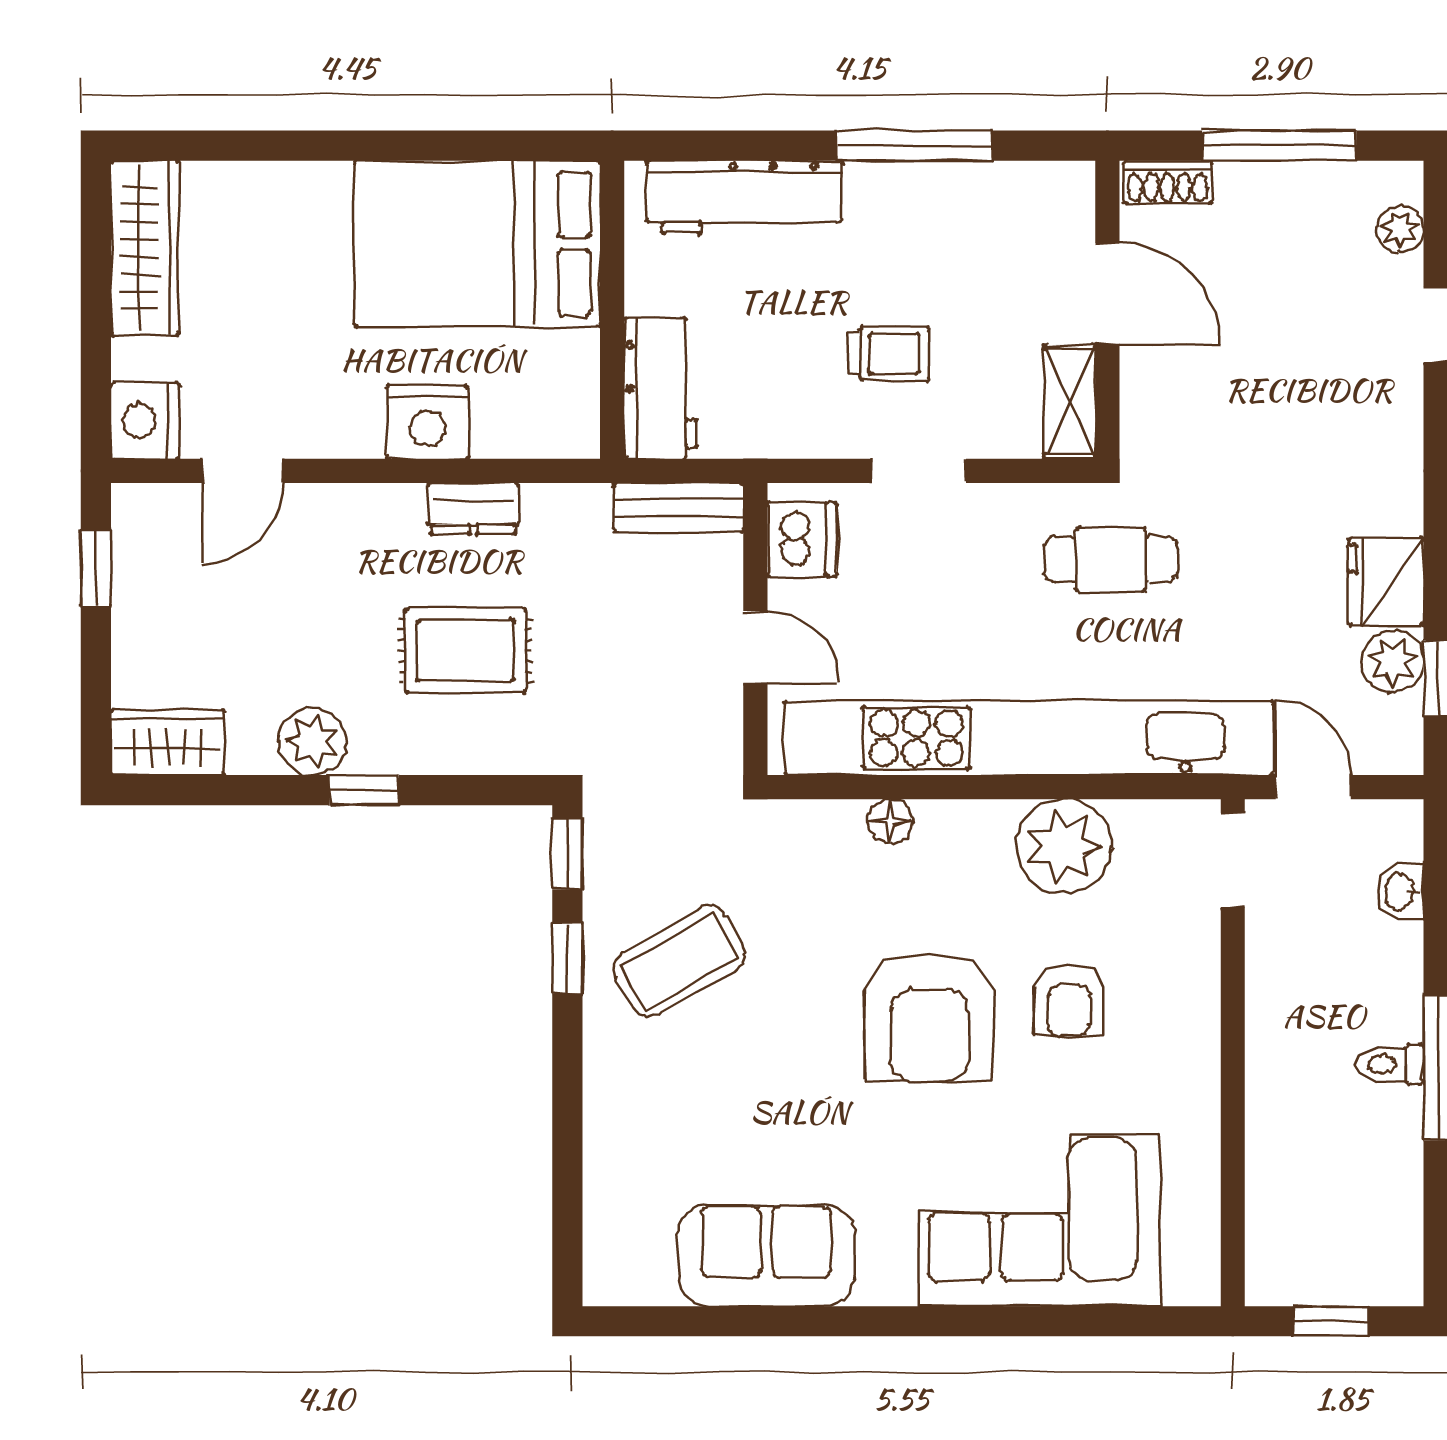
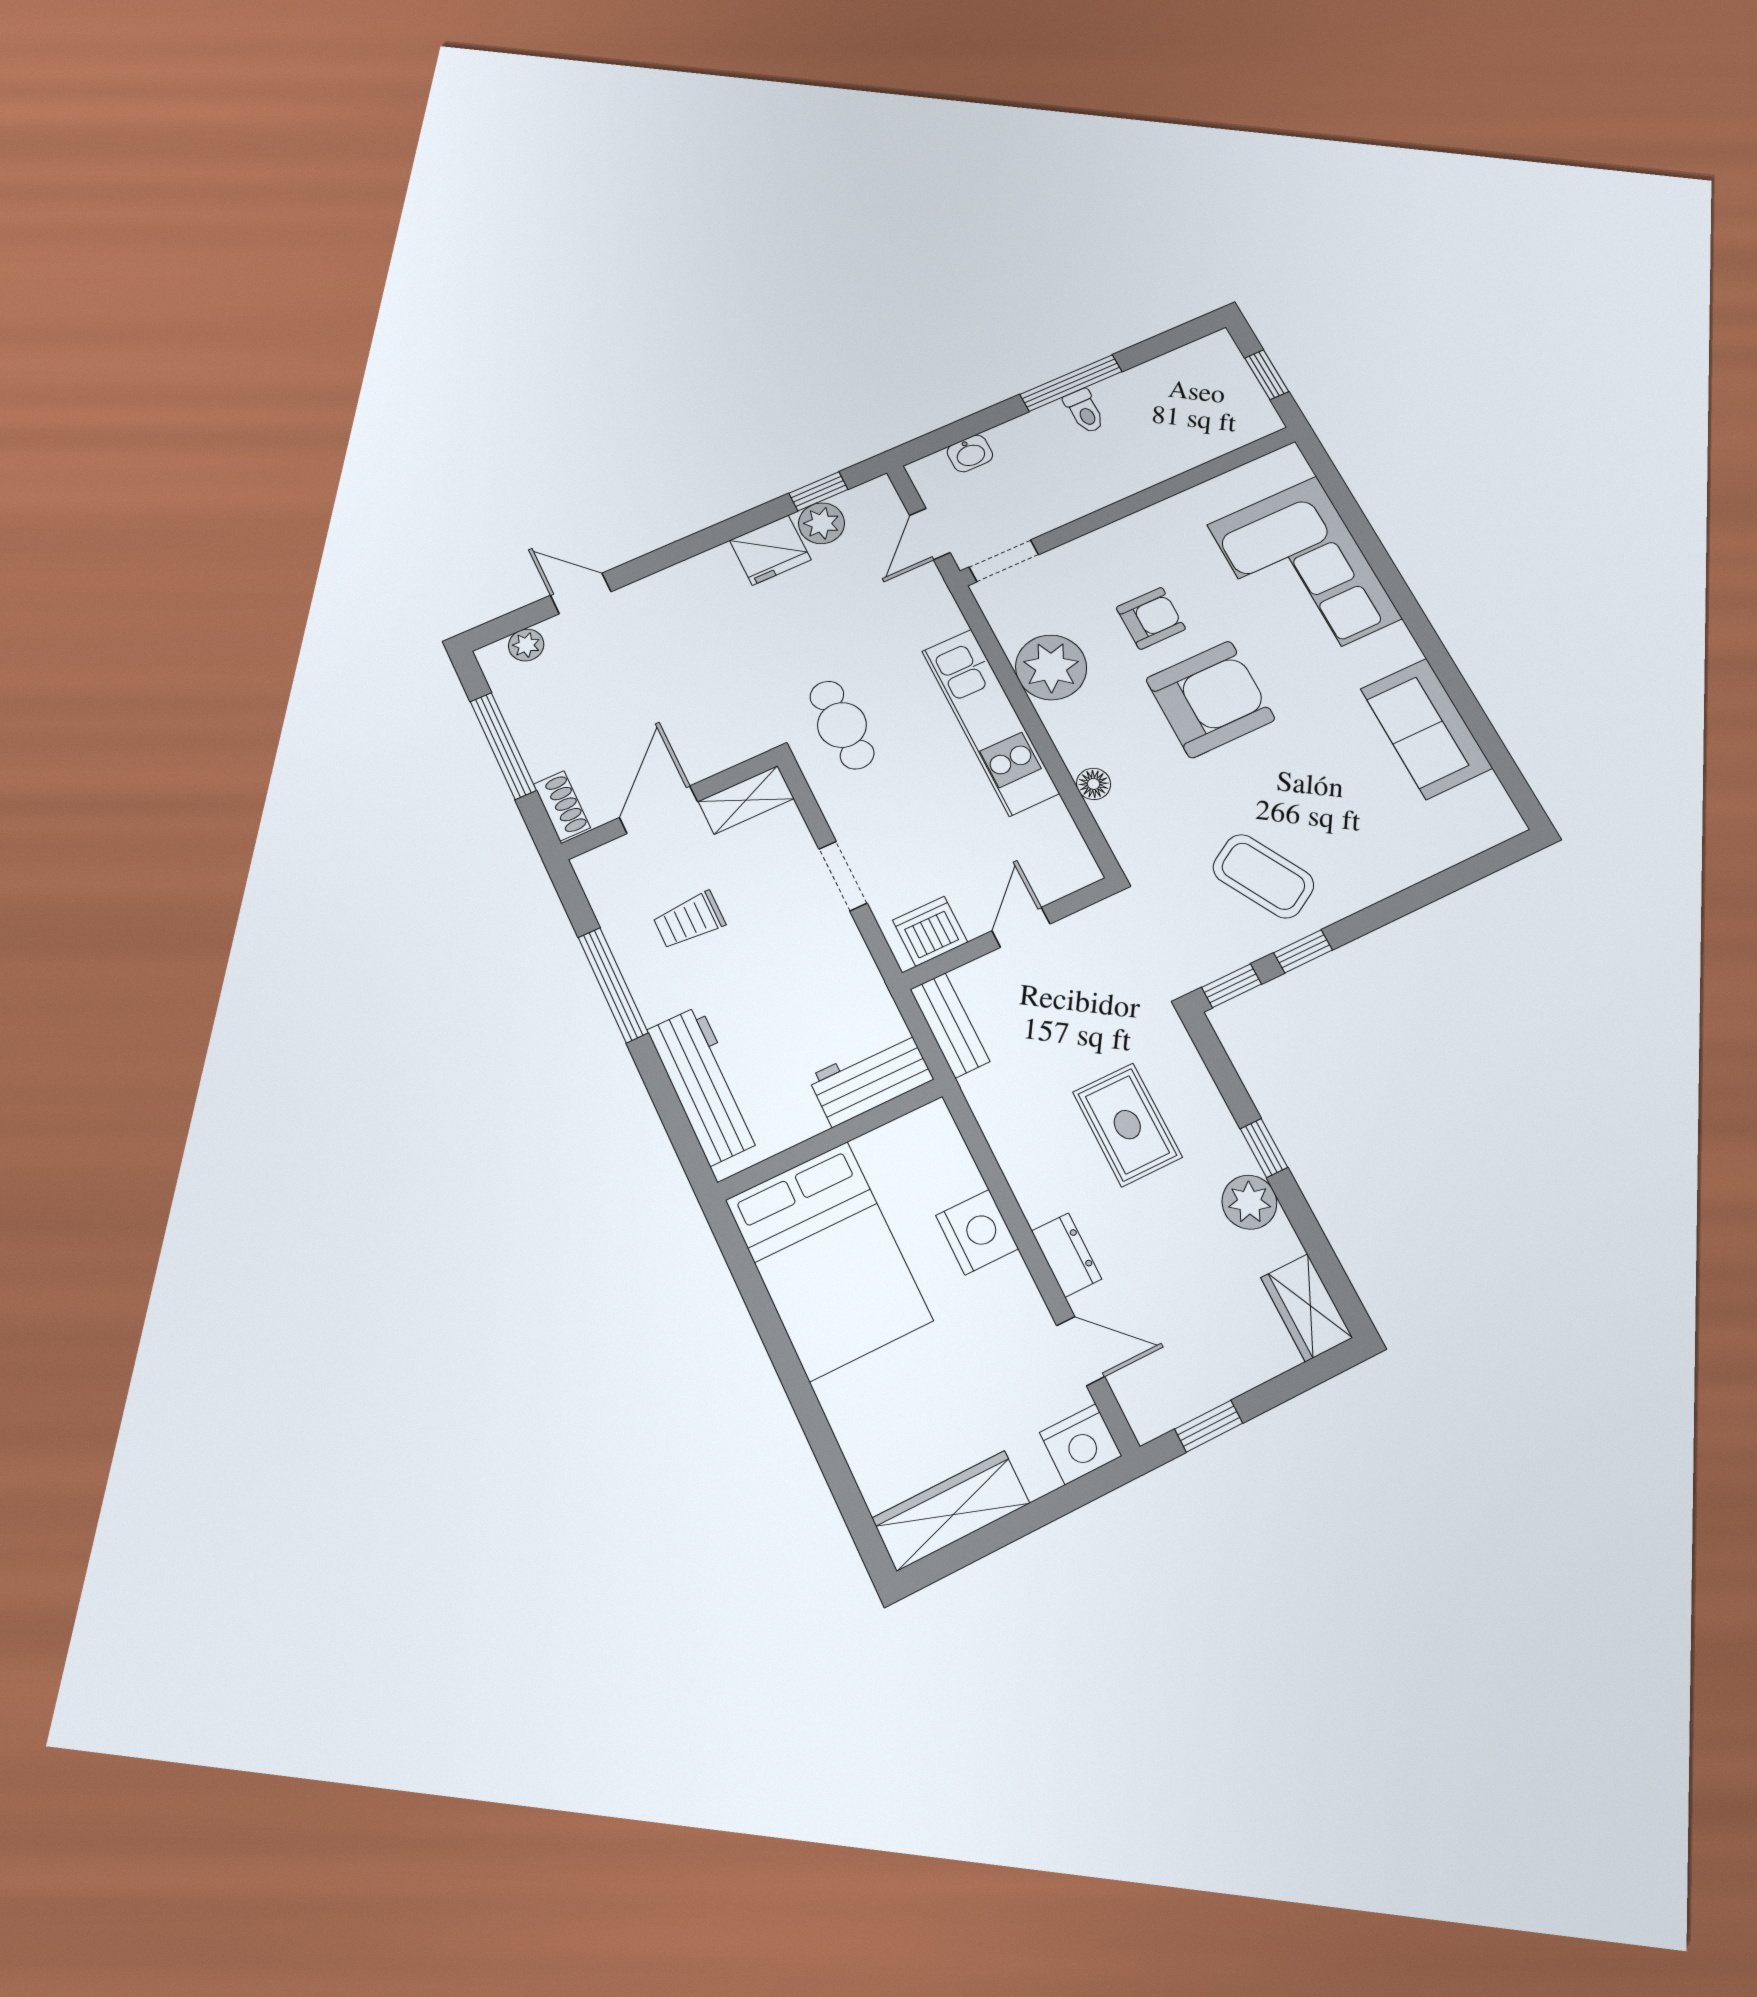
trolley: (889, 354) -> (689, 920), moved, turned -90
dresser: (473, 508) -> (1067, 1255), moved
kitchen unit: (1029, 738) -> (990, 722), width x0.54

